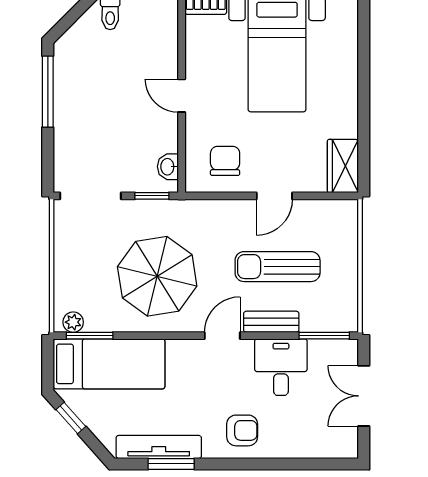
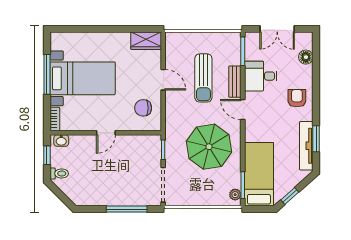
window: (48, 92) -> (127, 209), moved
washbasin: (168, 167) -> (61, 141), moved
floor lamp: (314, 446) -> (306, 57), added

